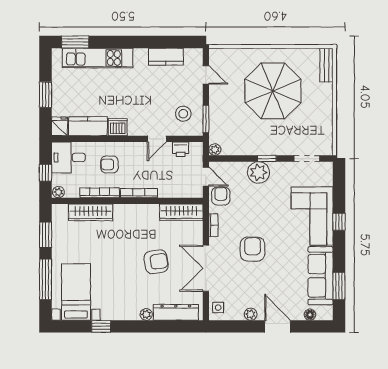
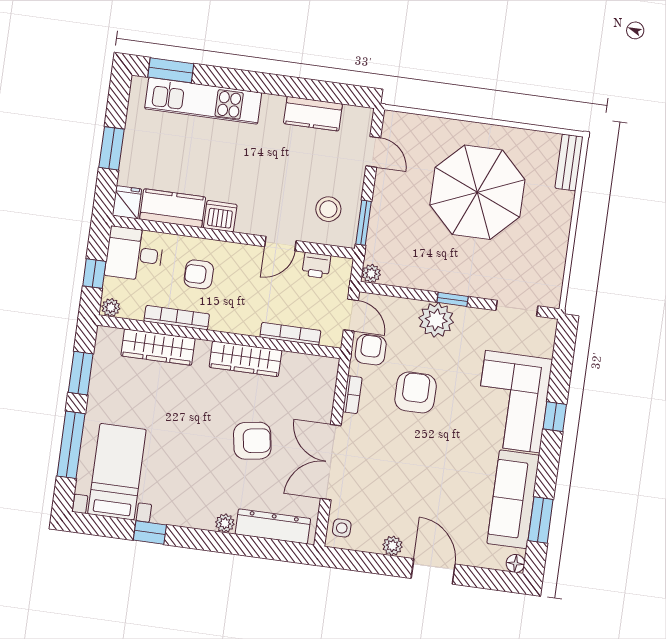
bookcase: (139, 193) -> (290, 334), moved
wardrobe: (181, 212) -> (245, 359), moved
armchair: (252, 249) -> (416, 392), moved
floor lamp: (310, 315) -> (515, 563), moved

